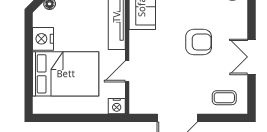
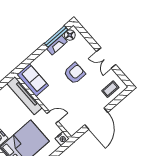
door: (127, 71) -> (53, 117), swing flipped

